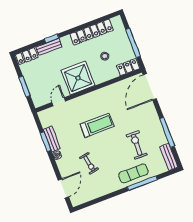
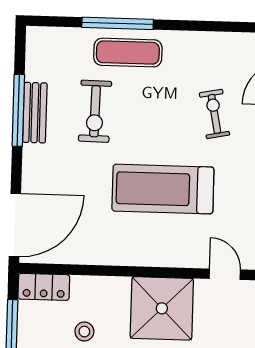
door: (59, 102) -> (225, 274), swing flipped
treadmill: (97, 125) -> (163, 189), width x1.37, depth x1.37
bench: (169, 157) -> (35, 113), moved

